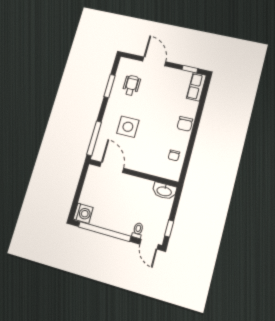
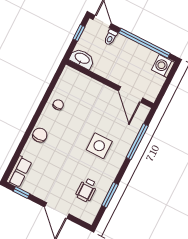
door: (112, 167) -> (131, 94), moved
wall: (133, 173) -> (110, 84), moved
washbasin: (164, 191) -> (82, 59), moved

